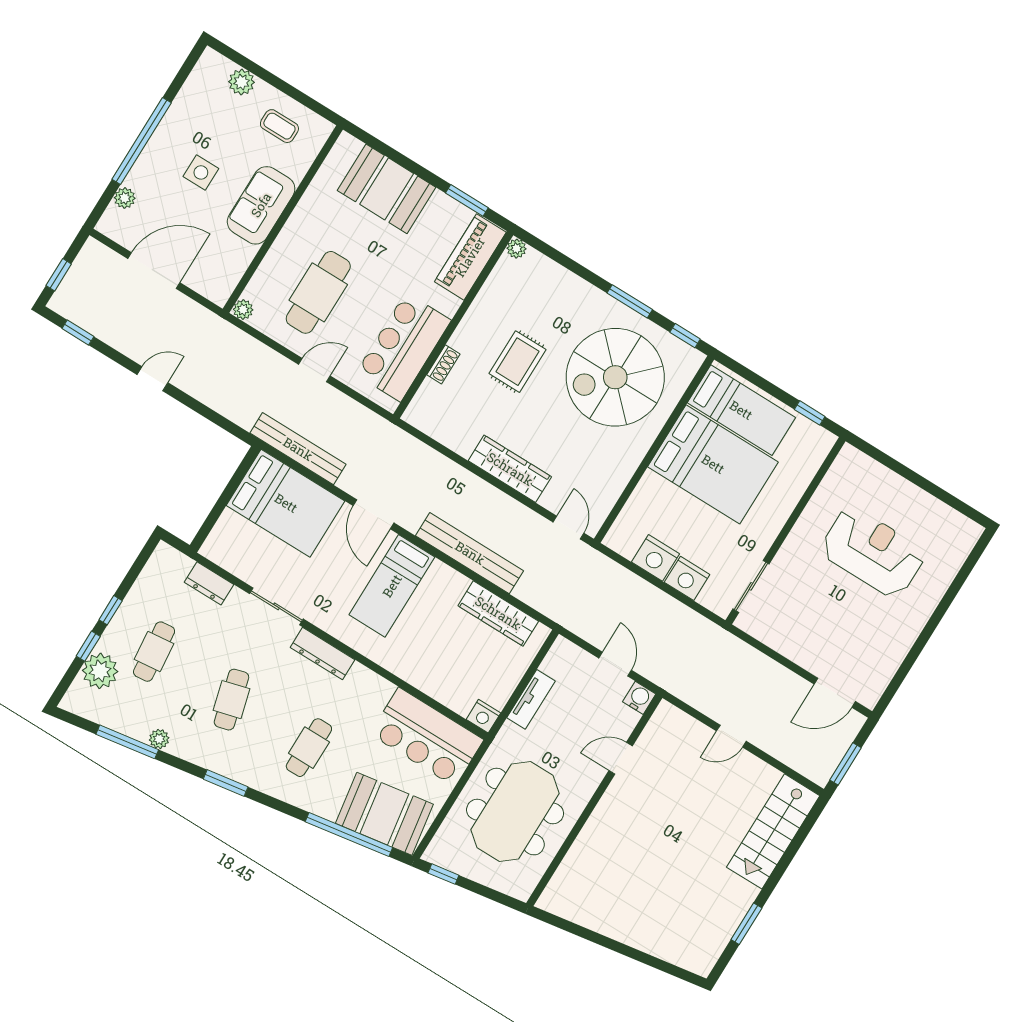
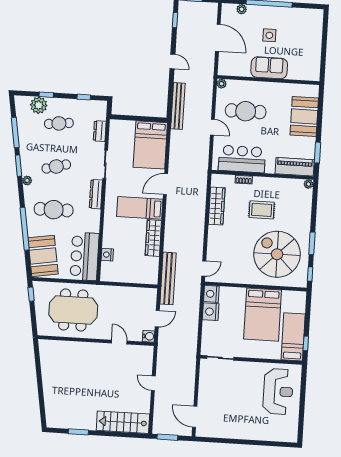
plant: (242, 82) -> (316, 32), removed
coffee table: (279, 126) -> (306, 58), removed
bed: (741, 410) -> (293, 337), moved, turned 180
bench: (298, 449) -> (178, 106), moved
wardrobe: (510, 469) -> (217, 206), moved
reception desk: (873, 552) -> (278, 391), moved
bench: (470, 553) -> (168, 278), moved
nightstand: (687, 578) -> (211, 294), moved
window: (111, 610) -> (84, 97), moved
wardrobe: (498, 613) -> (153, 238), moved
tv unit: (531, 699) -> (124, 291), removed
nightstand: (483, 716) -> (107, 255), moved
plant: (159, 739) -> (27, 180), moved
cafe table: (309, 748) -> (54, 210), width x1.37, depth x1.35
window: (226, 783) -> (18, 166), moved
window: (349, 835) -> (25, 229), moved

